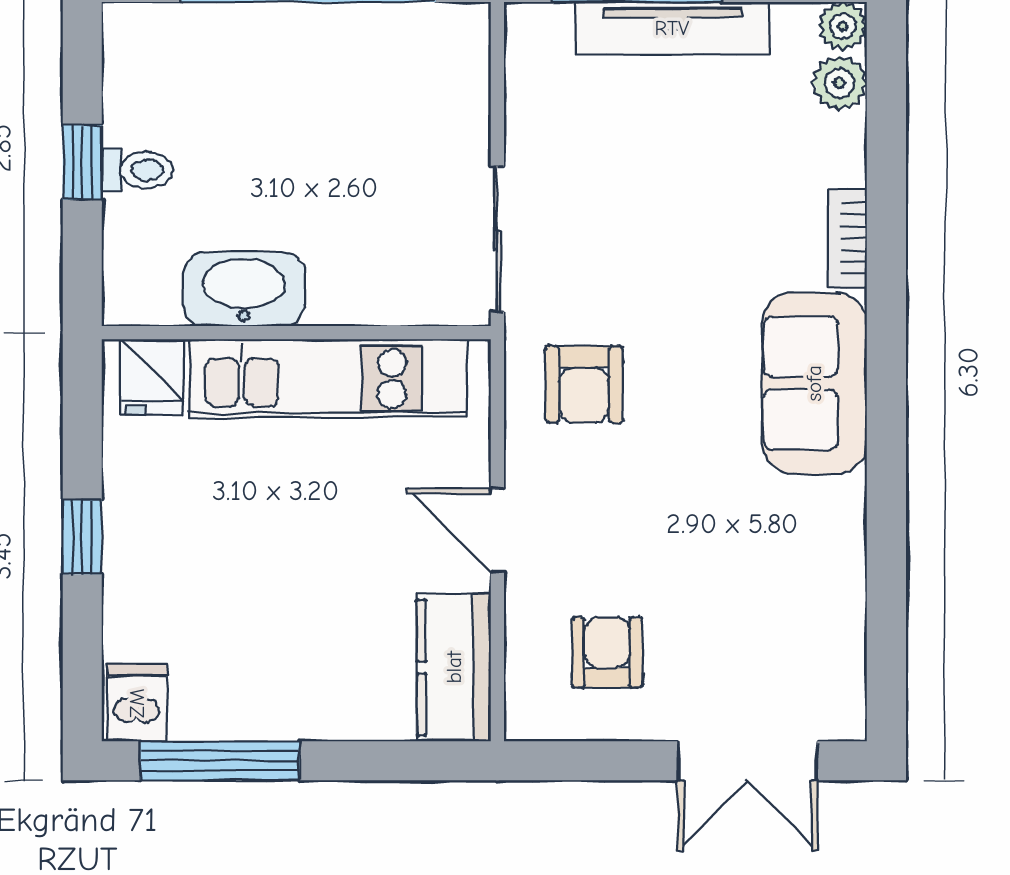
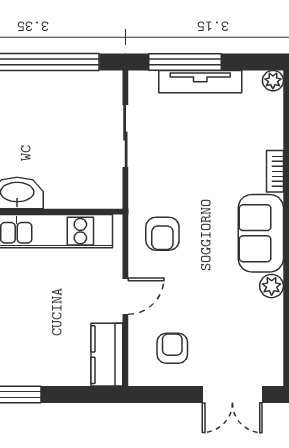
plant: (839, 83) -> (272, 286), moved
sliding door: (497, 239) -> (125, 136), moved
door: (497, 530) -> (125, 296), swing flipped

